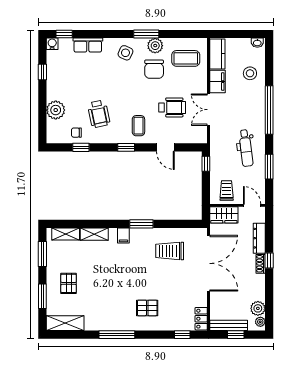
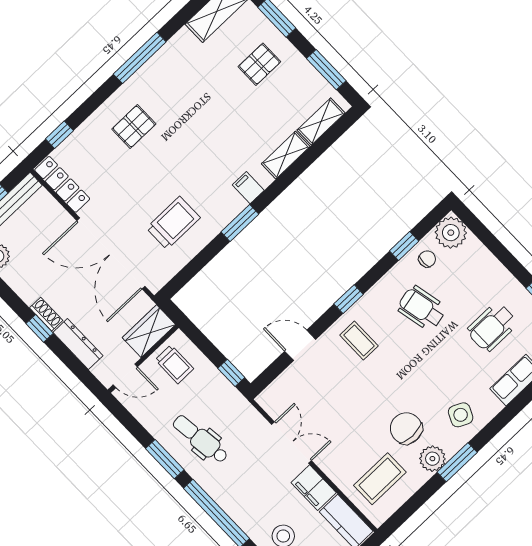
wheelchair: (172, 107) -> (492, 327), moved
plant: (56, 110) -> (451, 233), moved
window: (269, 167) -> (165, 459), moved
pallet: (69, 283) -> (259, 64), turned 90
locker: (201, 319) -> (62, 184), width x1.53

